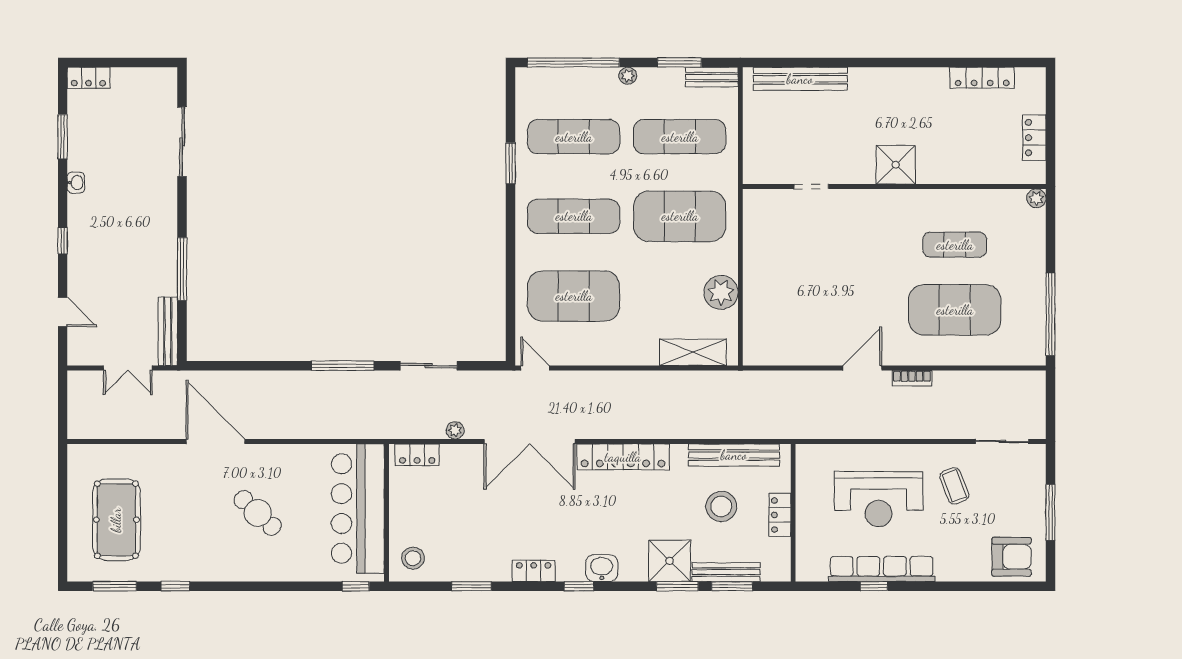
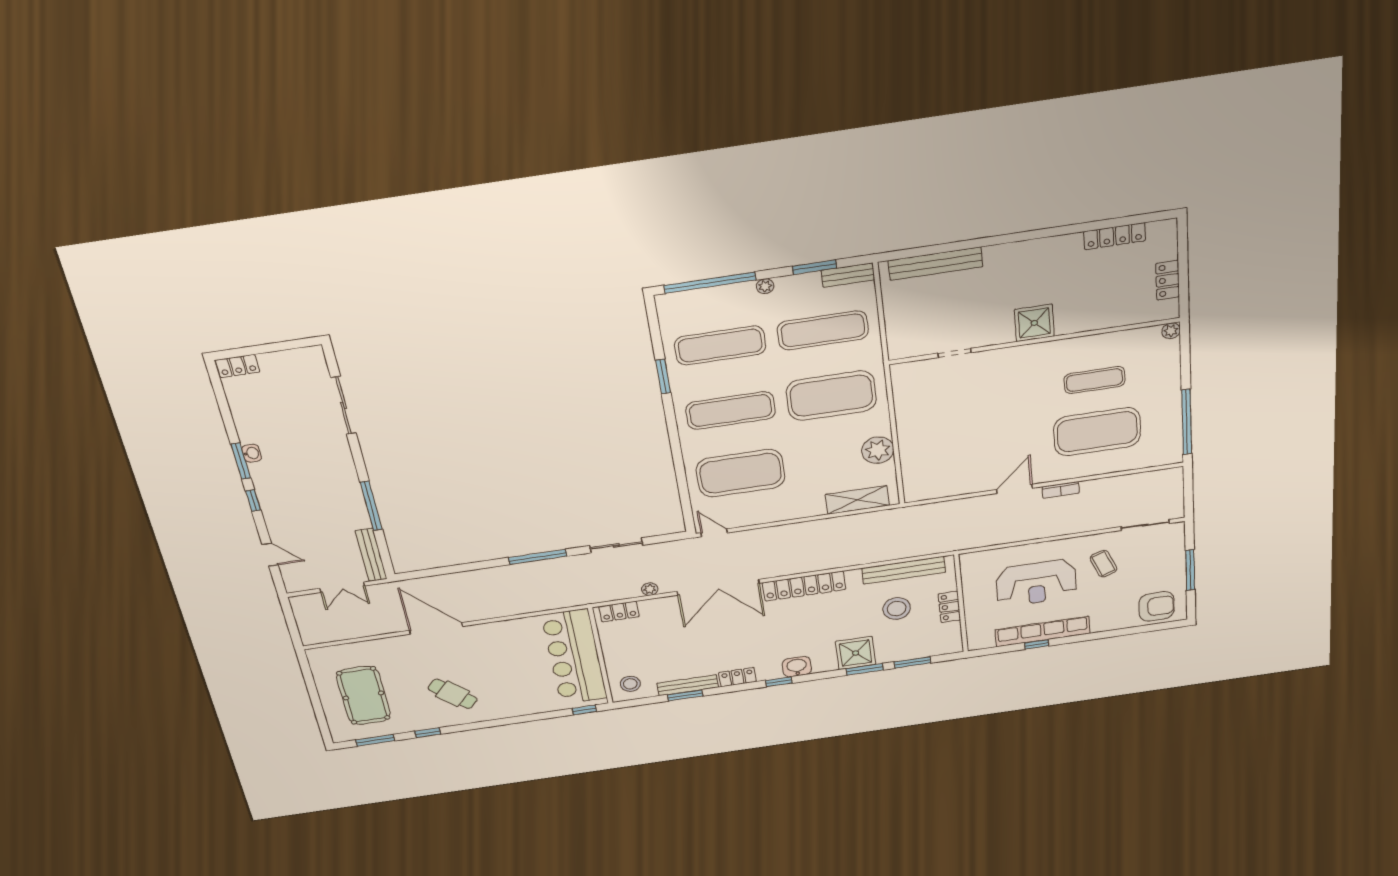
window: (63, 137) -> (241, 461), moved
cafe table: (258, 513) -> (453, 694), moved
bench: (726, 572) -> (688, 685), moved

